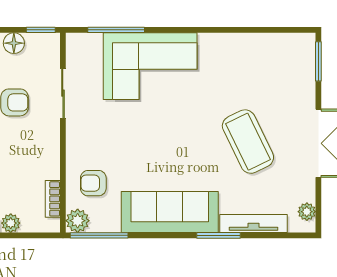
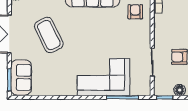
sofa: (297, 66) -> (21, 77), added
armchair: (93, 183) -> (135, 12), turned -90

